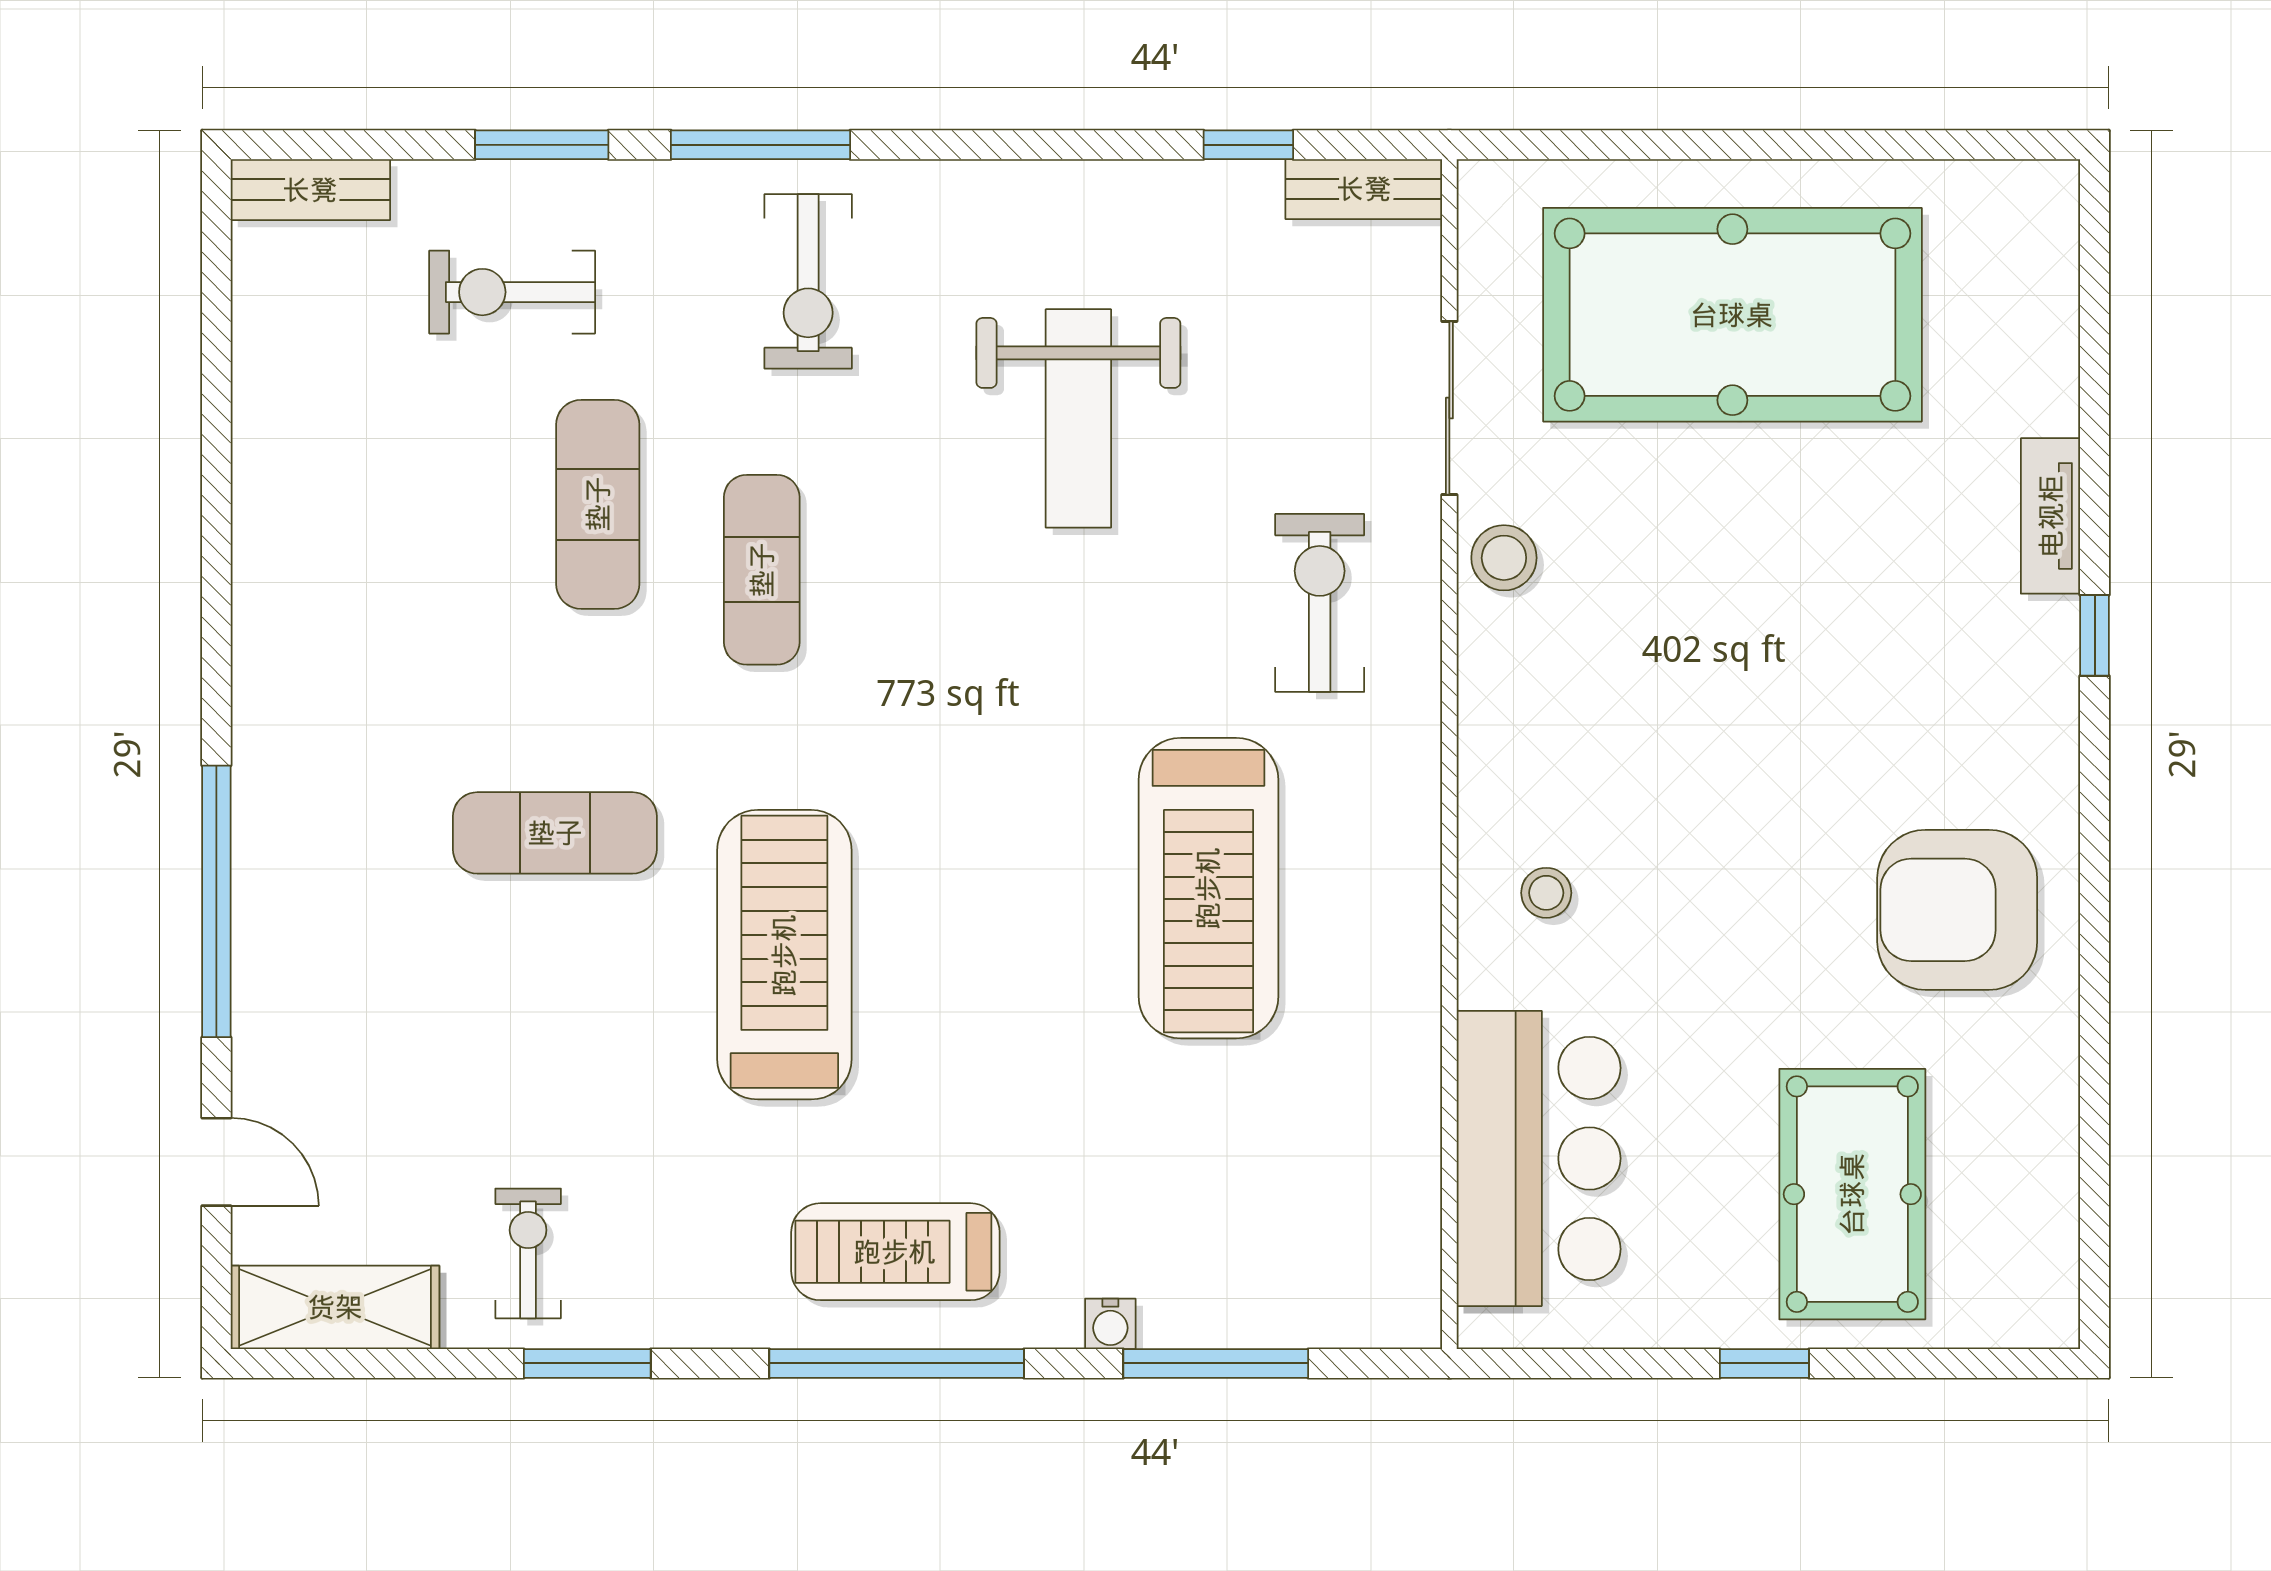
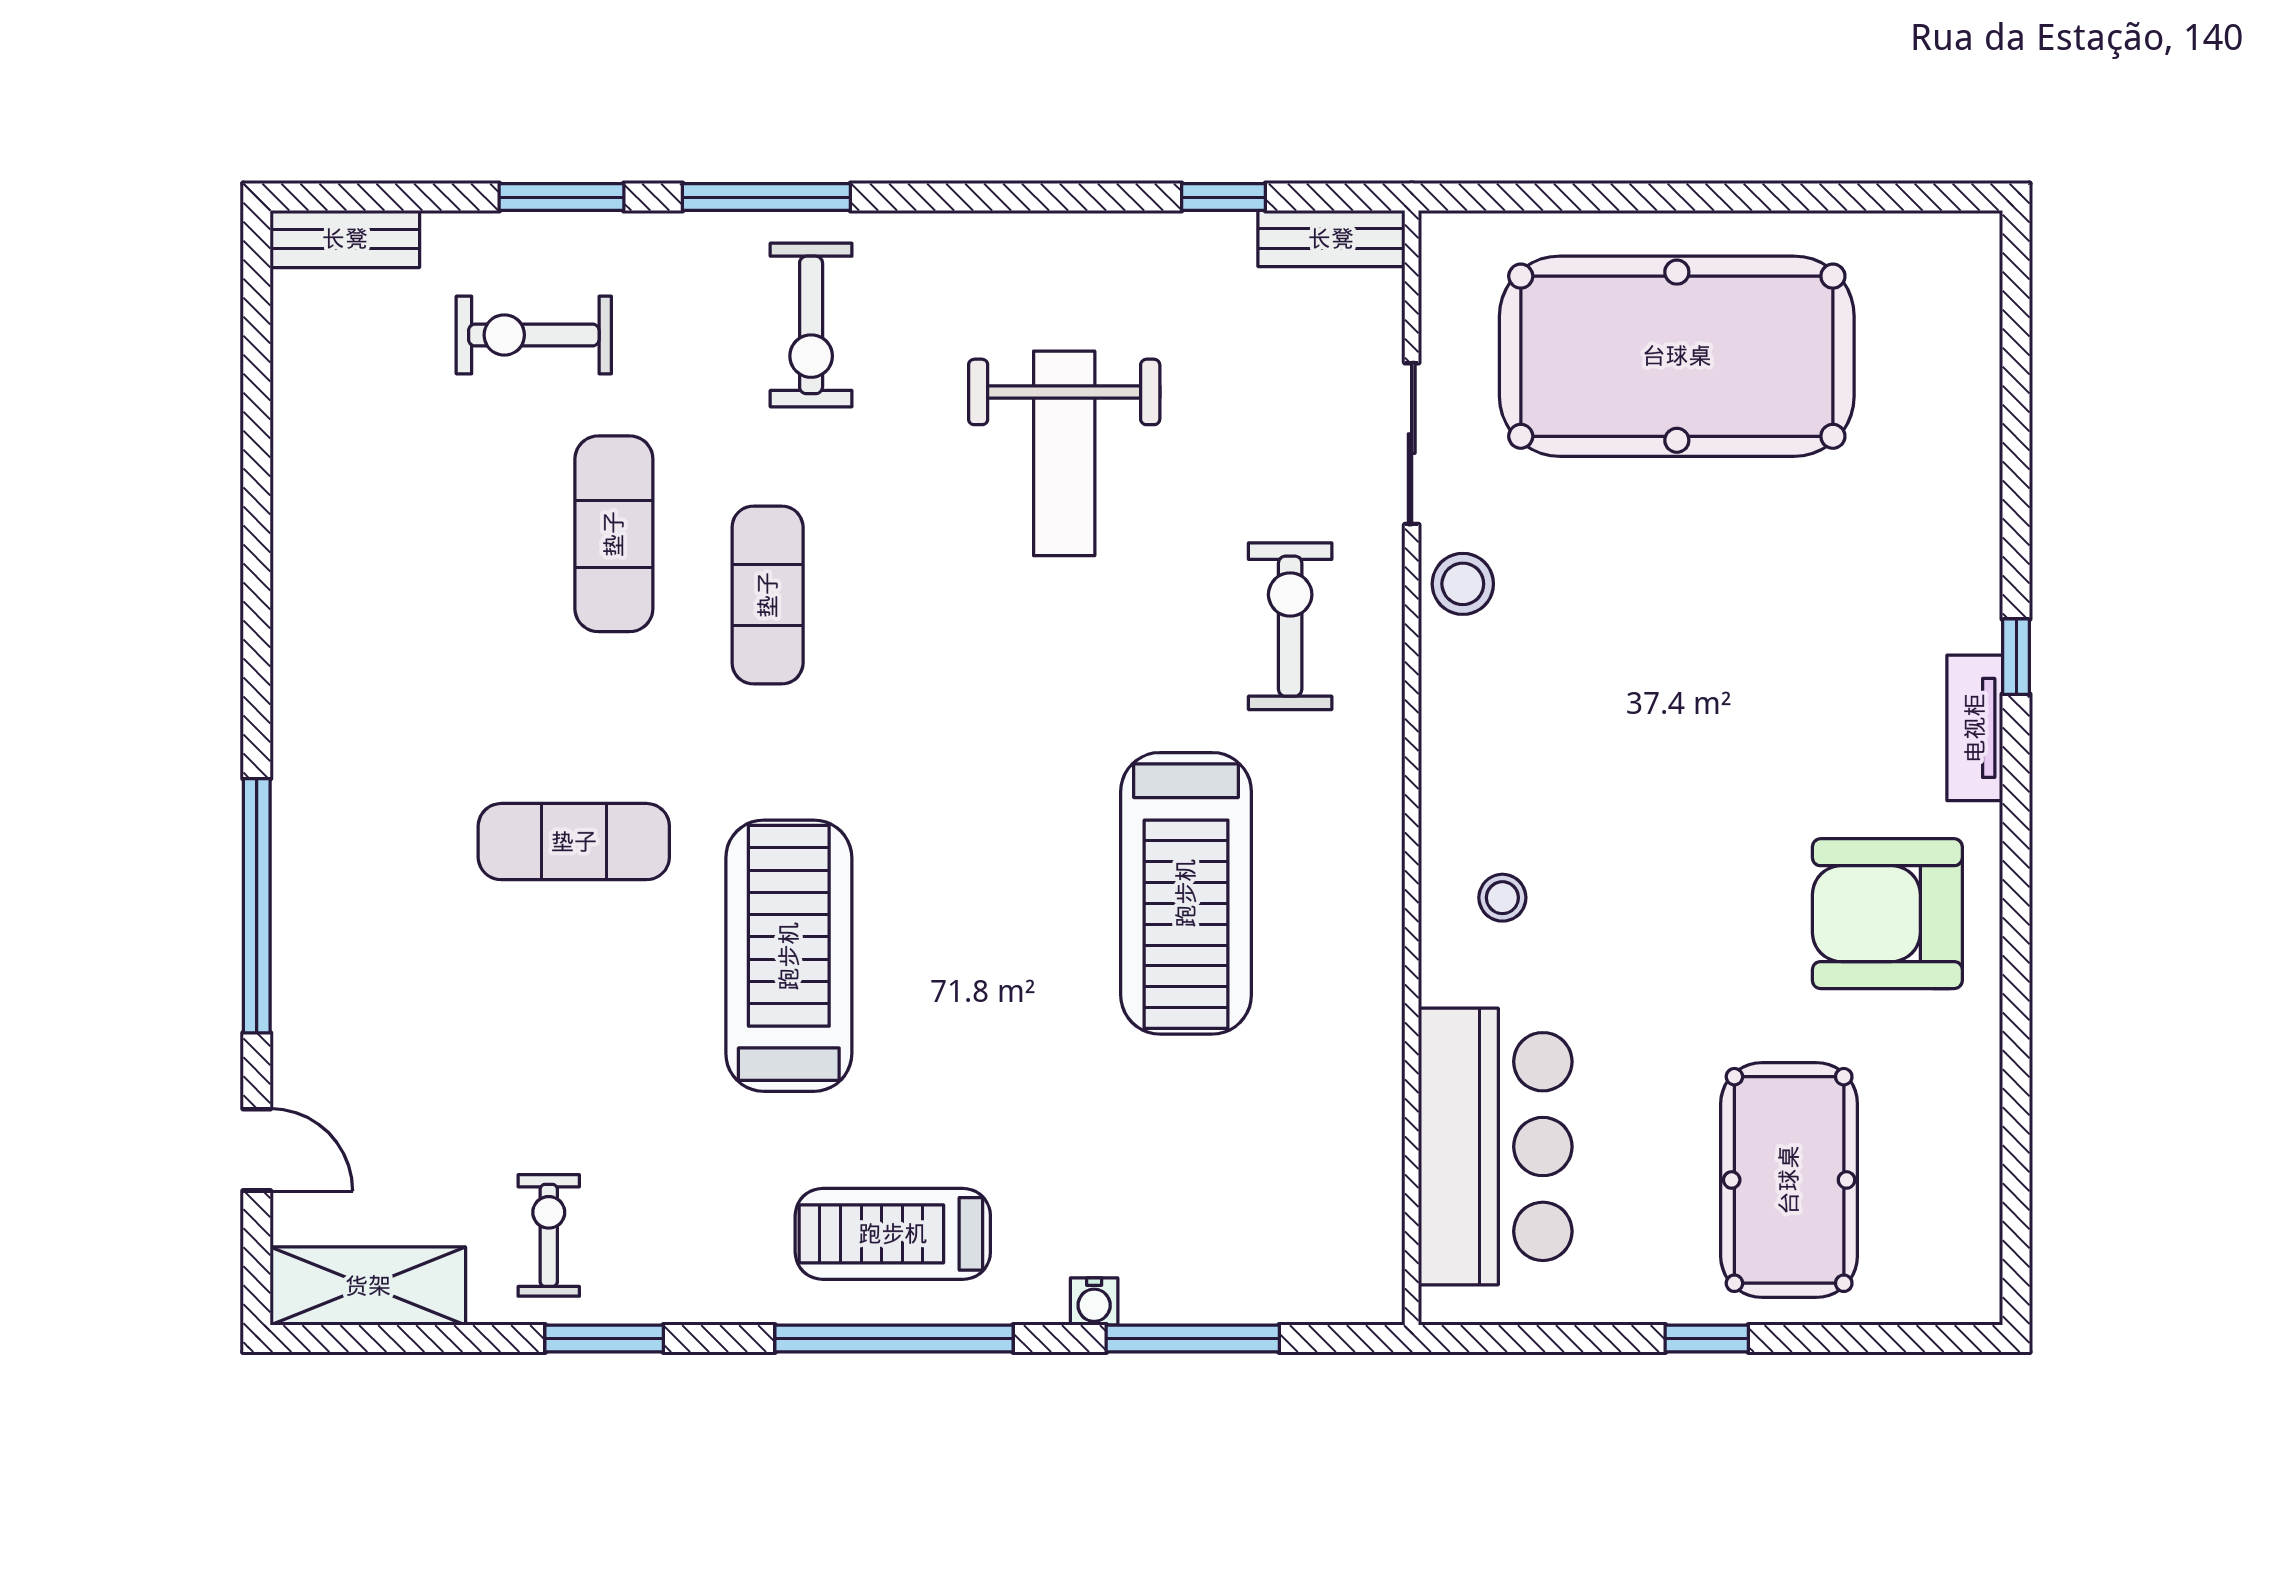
tv unit: (2051, 516) -> (1975, 728), moved

